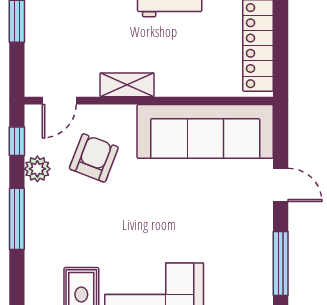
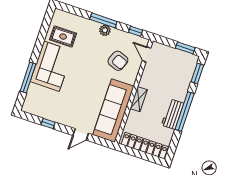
shelving: (127, 85) -> (139, 99), moved
plant: (37, 169) -> (105, 30), moved
window: (281, 263) -> (48, 123), width x0.46

